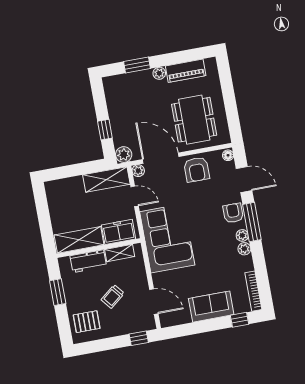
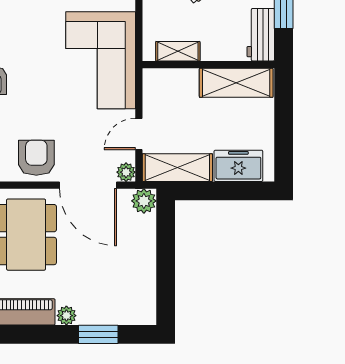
window: (105, 130) -> (166, 244), removed
door: (135, 196) -> (139, 134), hinge flipped
freezer: (119, 232) -> (238, 166), moved, turned 180
workbench: (88, 261) -> (261, 35), moved, turned -90

